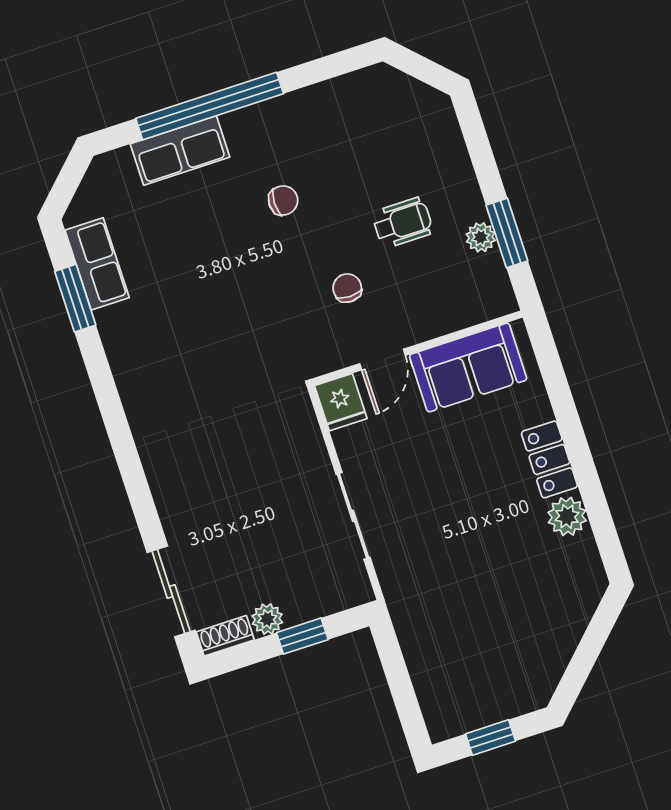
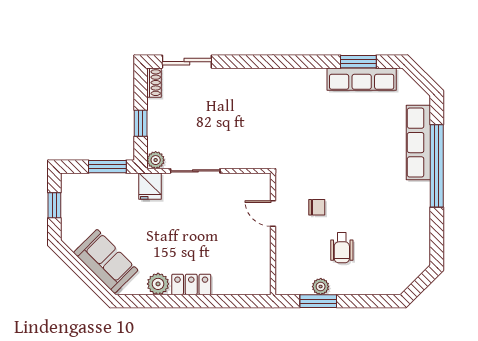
row of seats: (180, 150) -> (418, 143), width x1.48
chair: (283, 200) -> (374, 188), removed
row of seats: (97, 264) -> (362, 79), width x1.48
sofa: (468, 367) -> (106, 261), moved, turned 135
fridge: (341, 402) -> (150, 186), moved, turned -90
plant: (267, 619) -> (156, 160), moved
window: (395, 669) -> (107, 167), added

